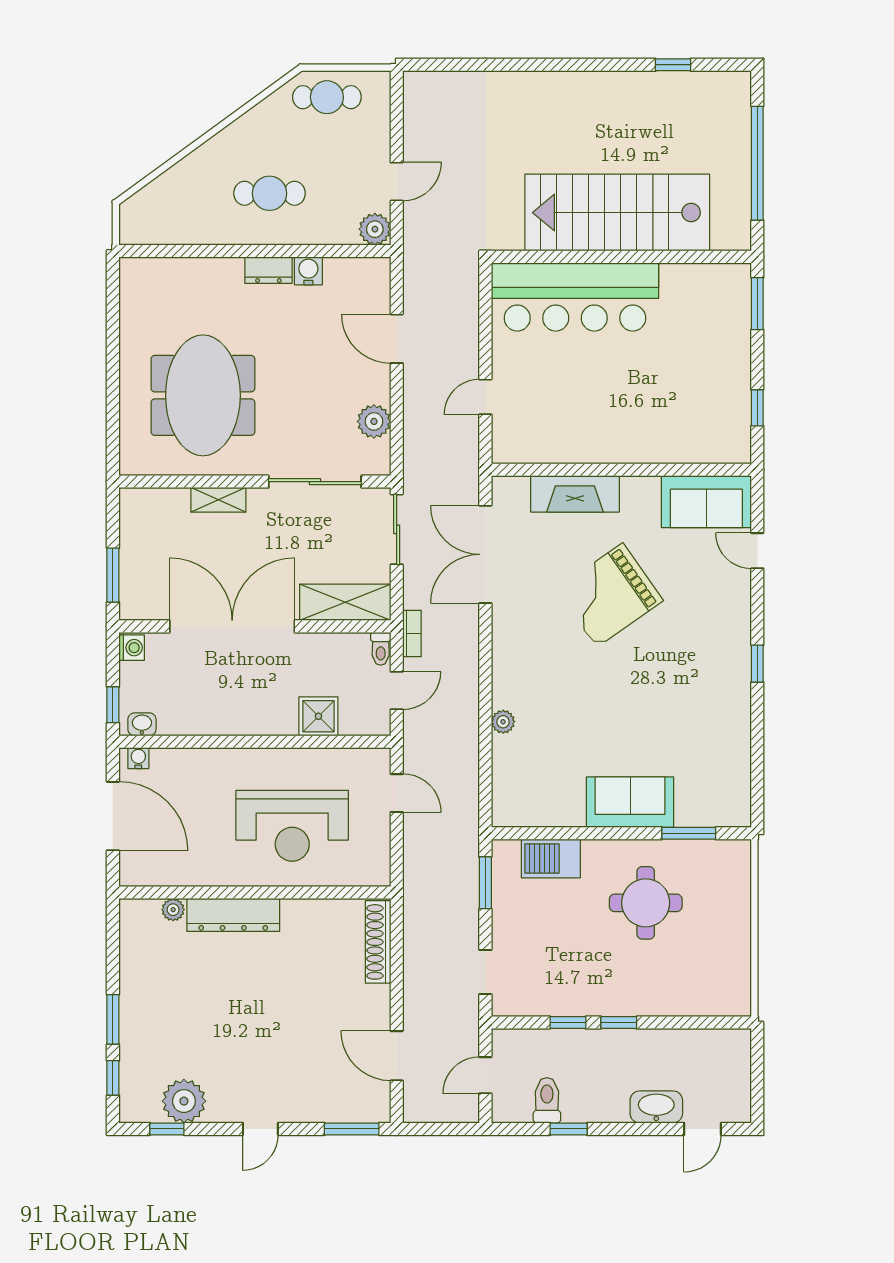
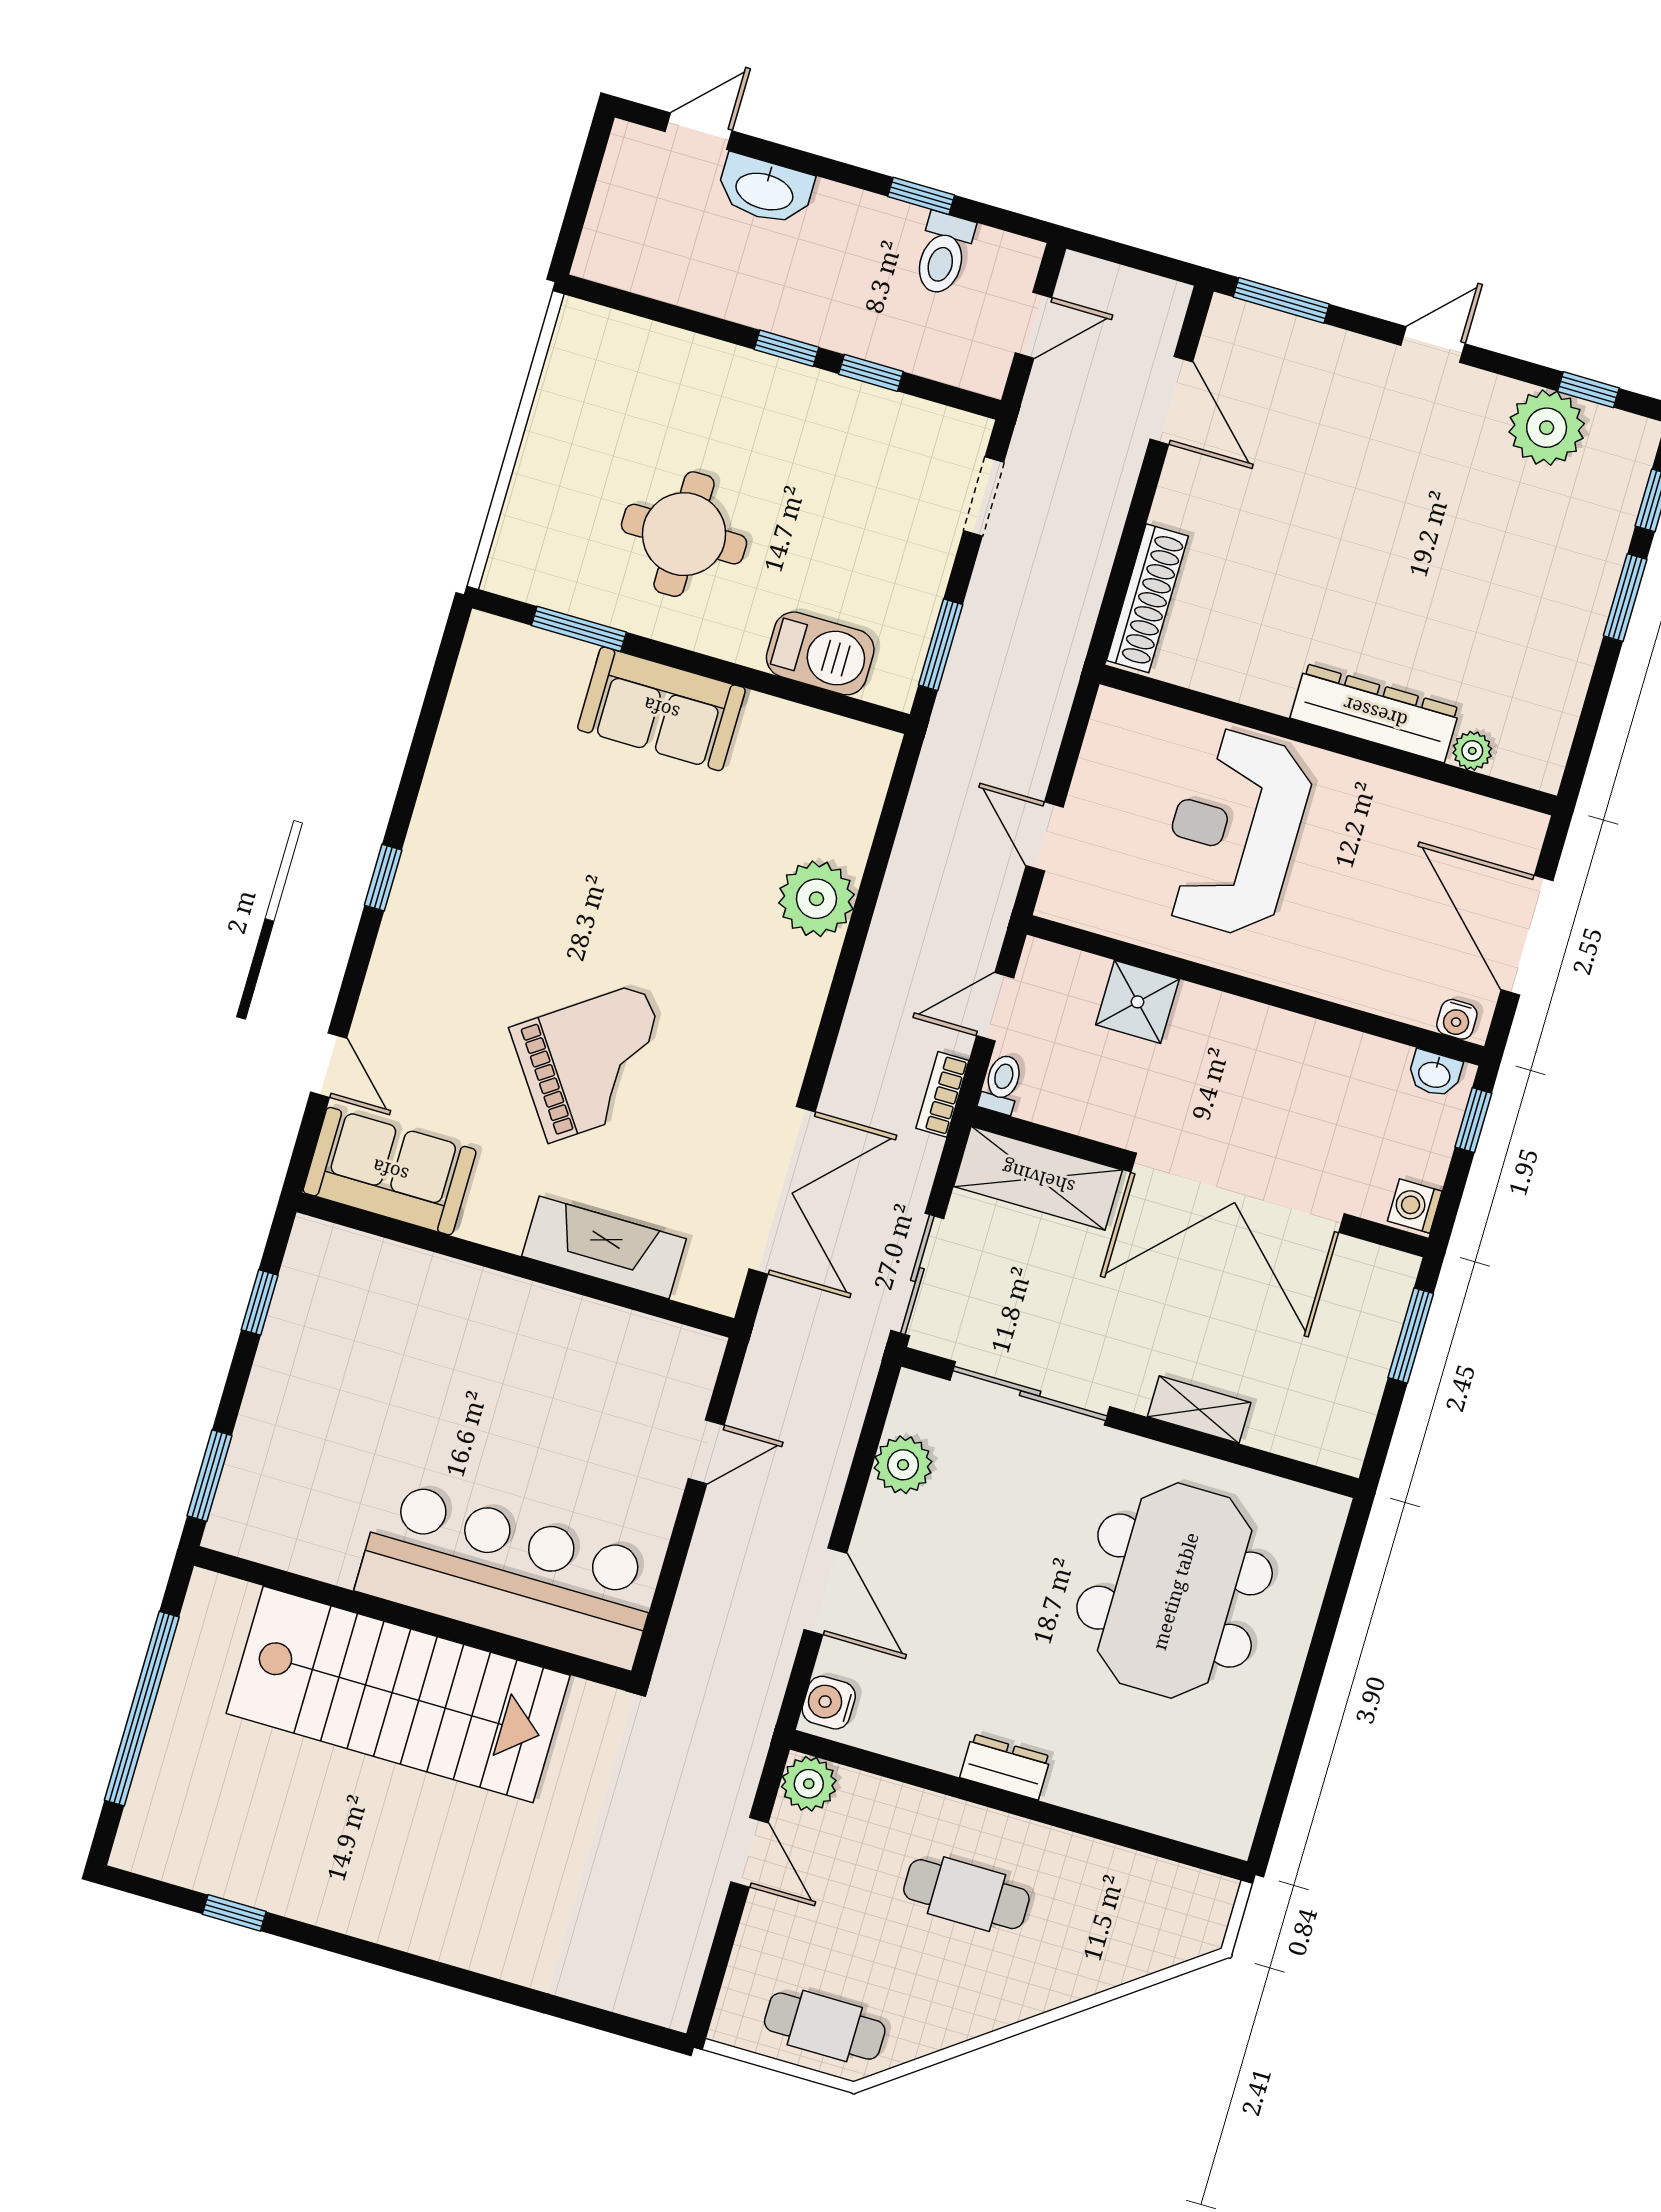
door: (397, 182) -> (750, 1852), swing flipped
water cooler: (308, 271) -> (829, 1703), moved, turned 90
plant: (503, 722) -> (816, 899), width x1.87, depth x1.87
reception desk: (292, 826) -> (1234, 833), turned -90

